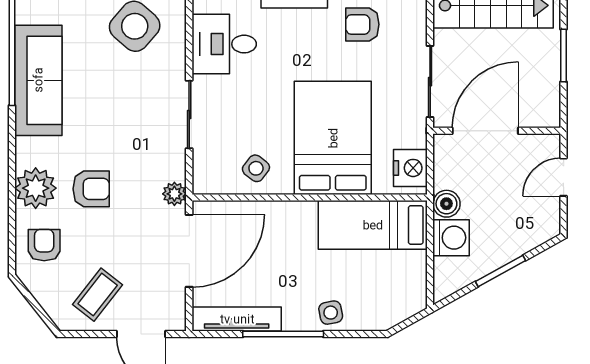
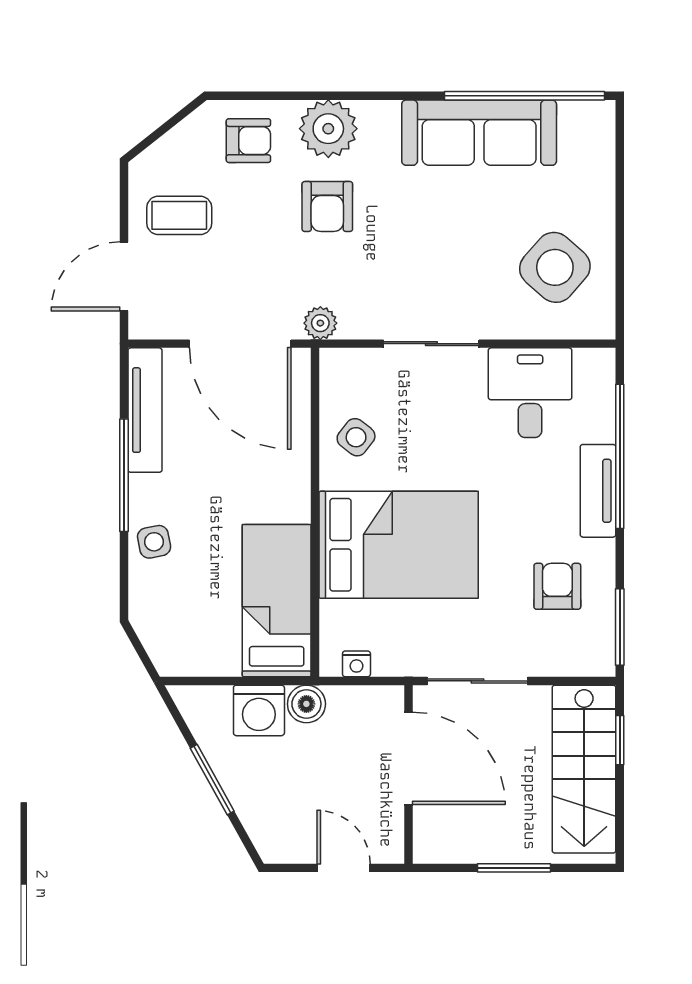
nightstand: (410, 168) -> (356, 664), width x0.53, depth x0.56
coffee table: (98, 295) -> (179, 215), turned -38

